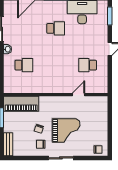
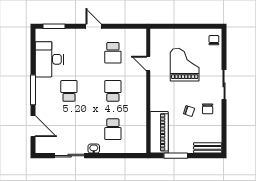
school desk: (24, 65) -> (113, 129), turned 180
school desk: (56, 65) -> (113, 91), added
grand piano: (66, 130) -> (185, 65), moved

